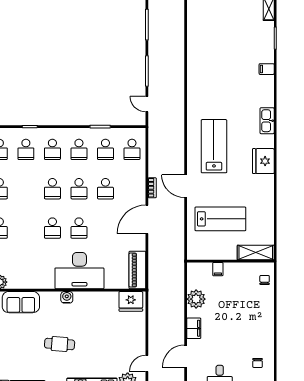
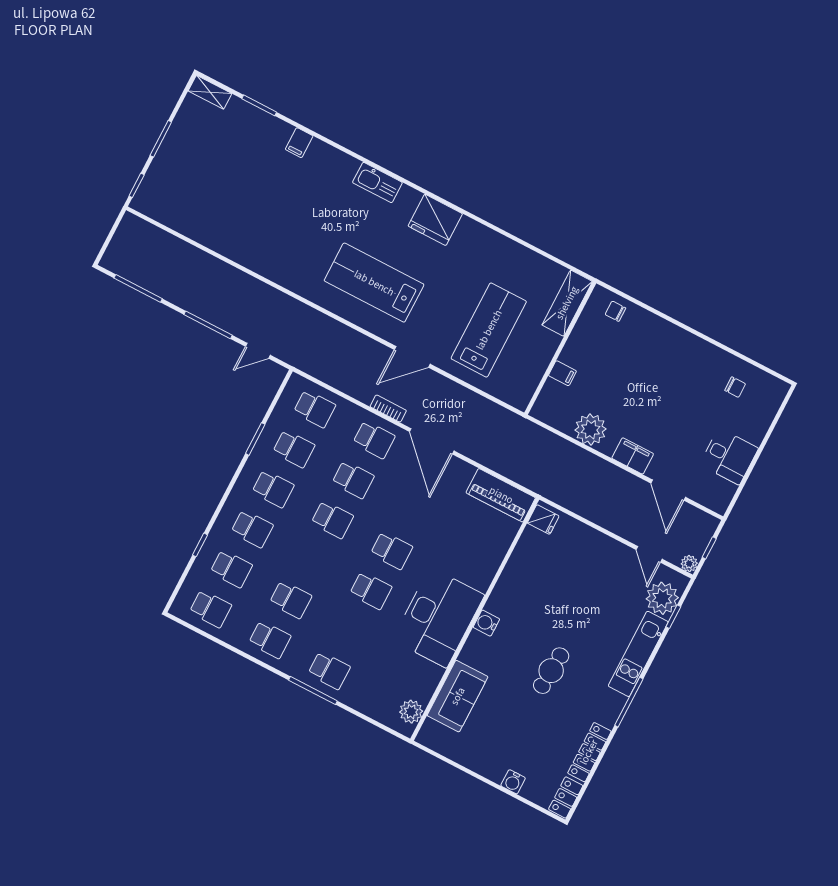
school desk: (52, 189) -> (291, 600), moved
school desk: (132, 189) -> (374, 440), added
desk: (79, 271) -> (438, 617), moved
fridge: (131, 301) -> (543, 519), width x0.53, depth x0.75

